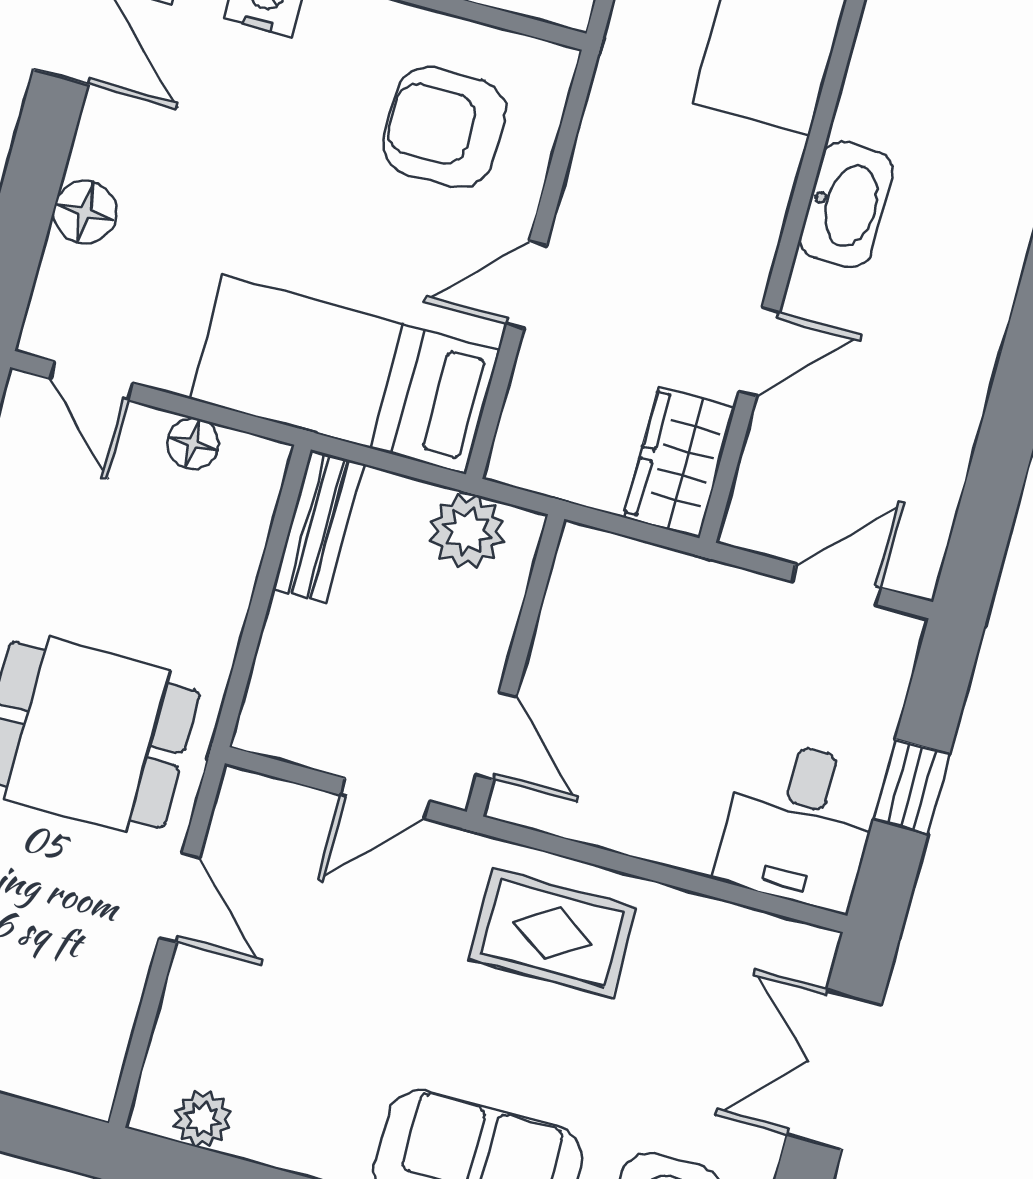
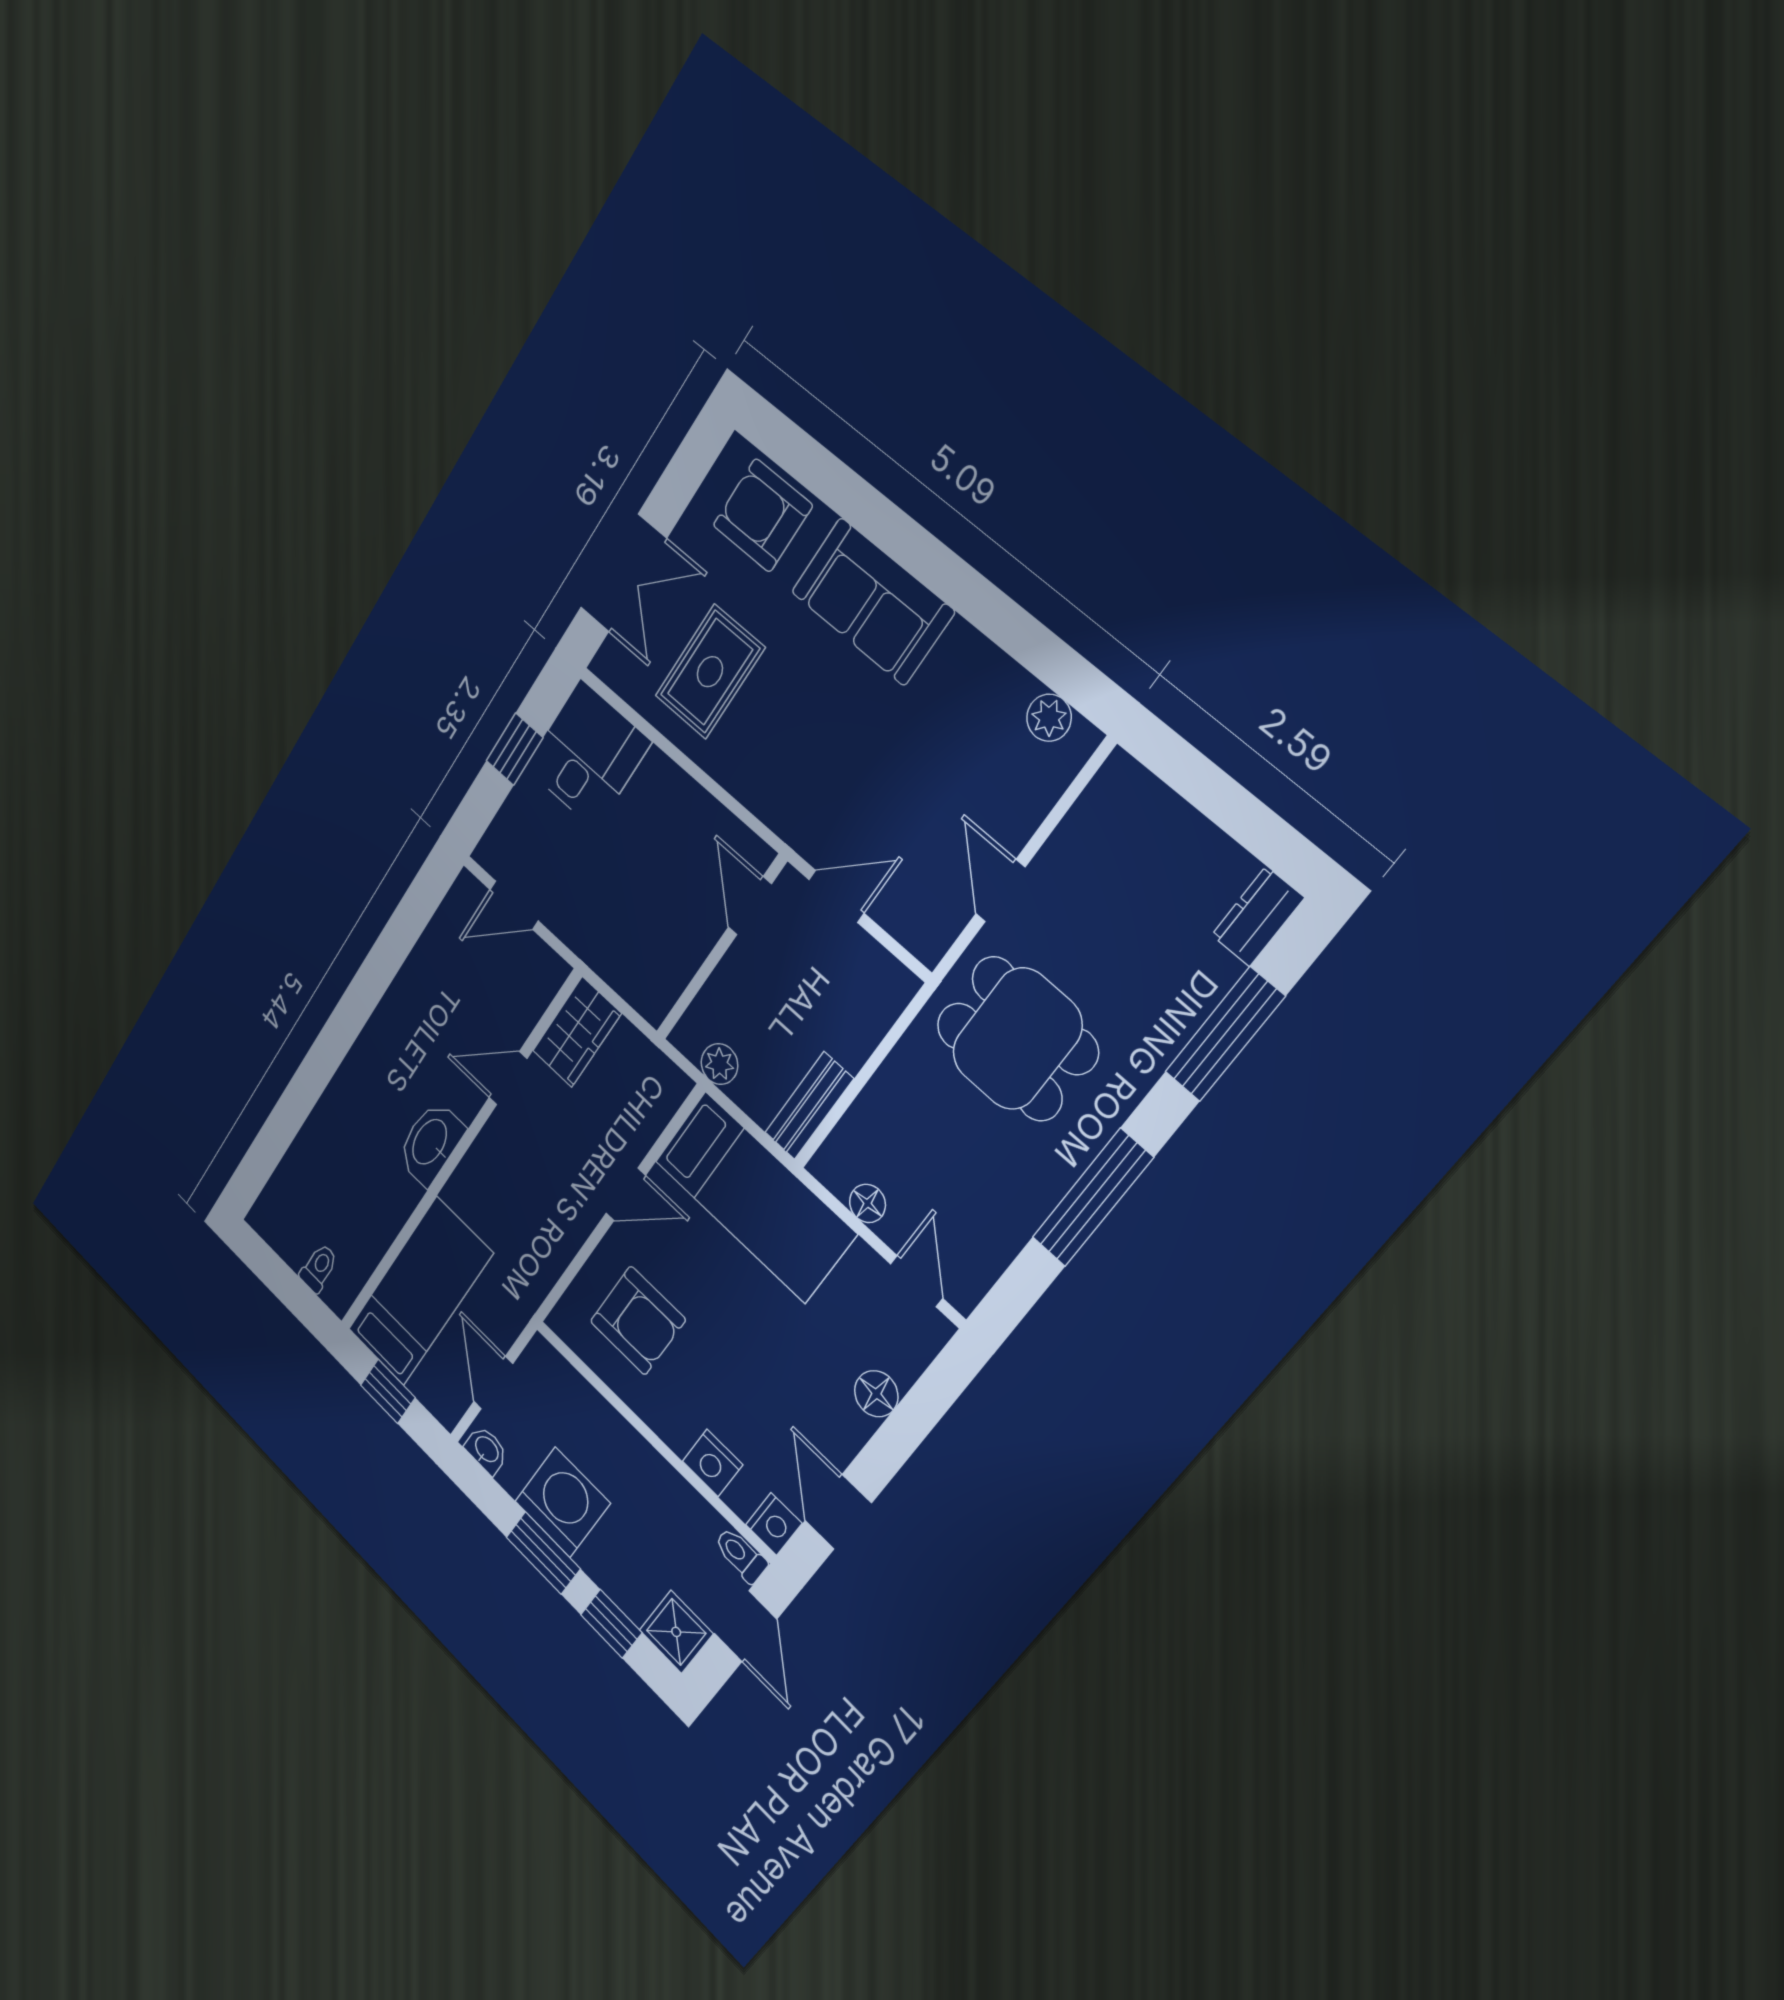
plant: (467, 531) -> (719, 1064), width x0.73, depth x0.73
rug: (553, 933) -> (710, 672), moved, turned 90

